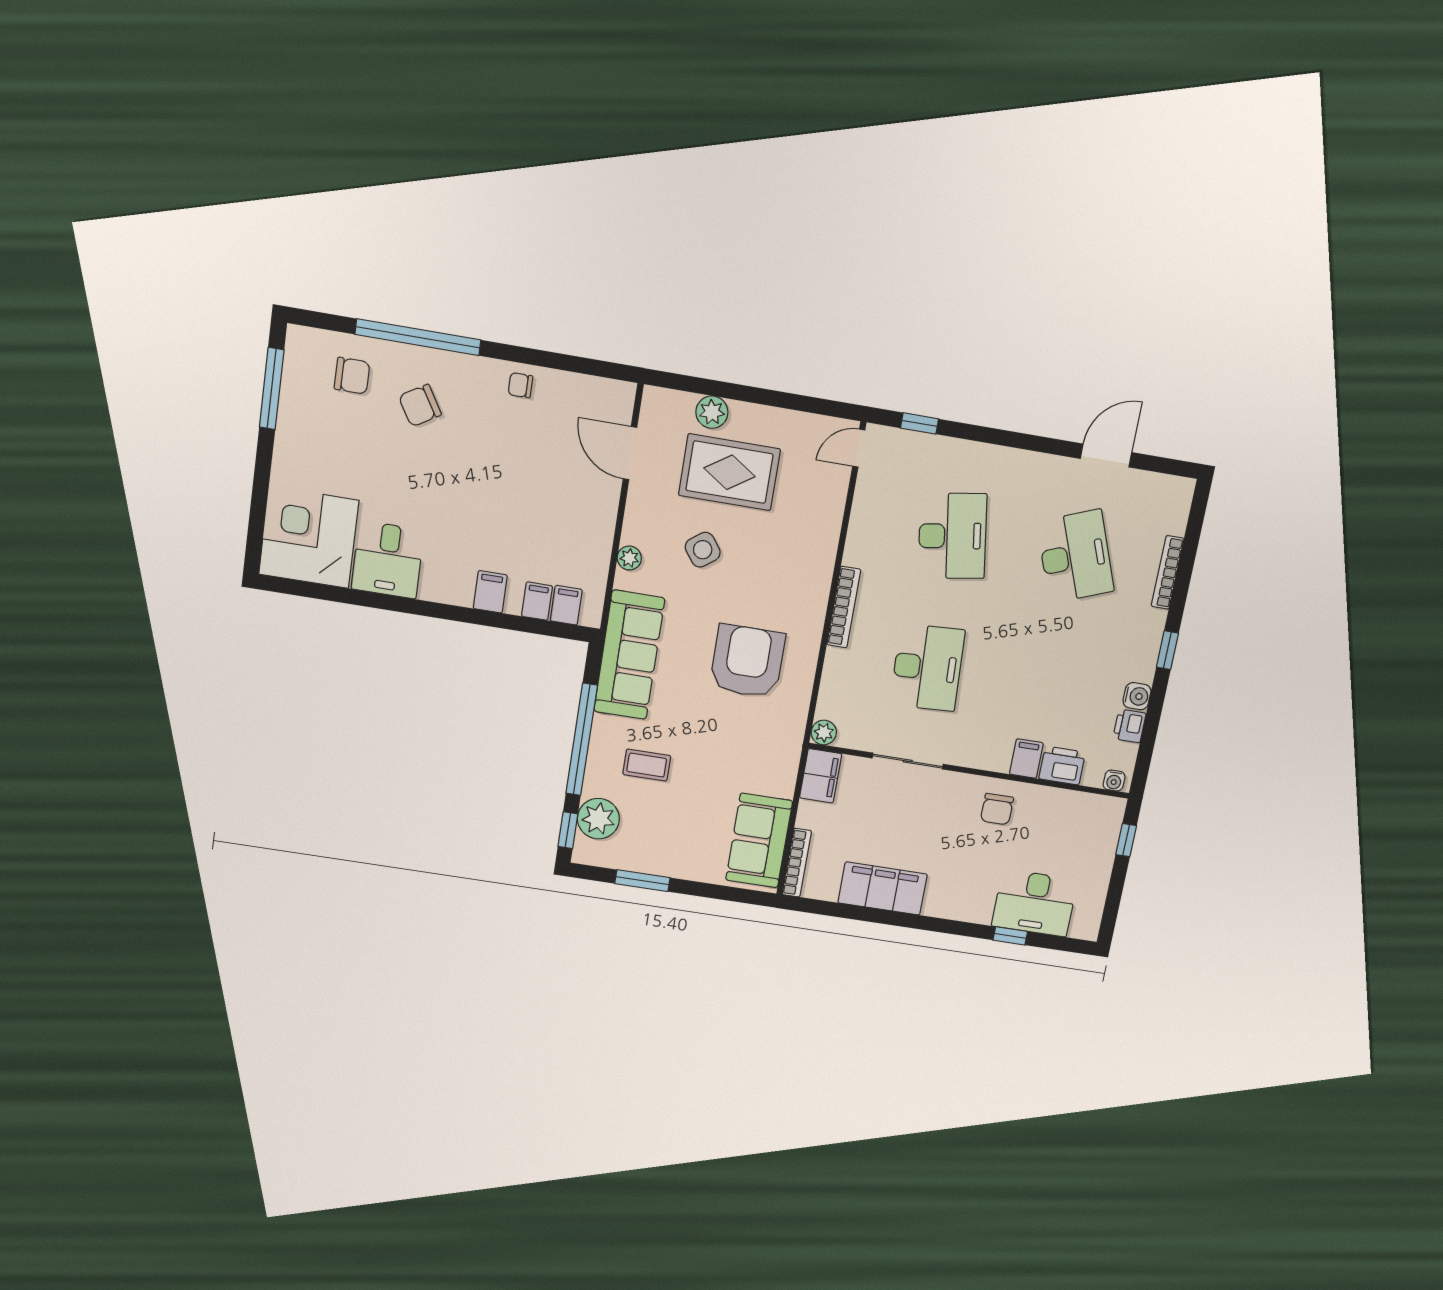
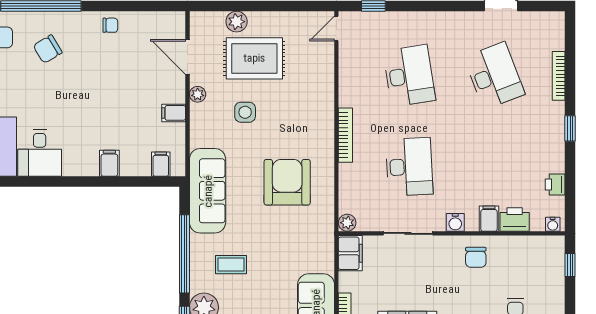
chair: (520, 385) -> (110, 25), turned 180
side table: (703, 550) -> (245, 112), turned 37
plant: (629, 558) -> (198, 94), moved
filing cabinet: (537, 601) -> (174, 113), moved, turned -90
water cooler: (1137, 696) -> (455, 222), moved, turned 90

